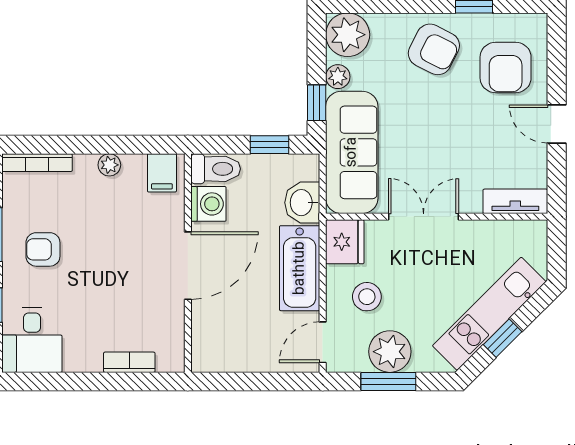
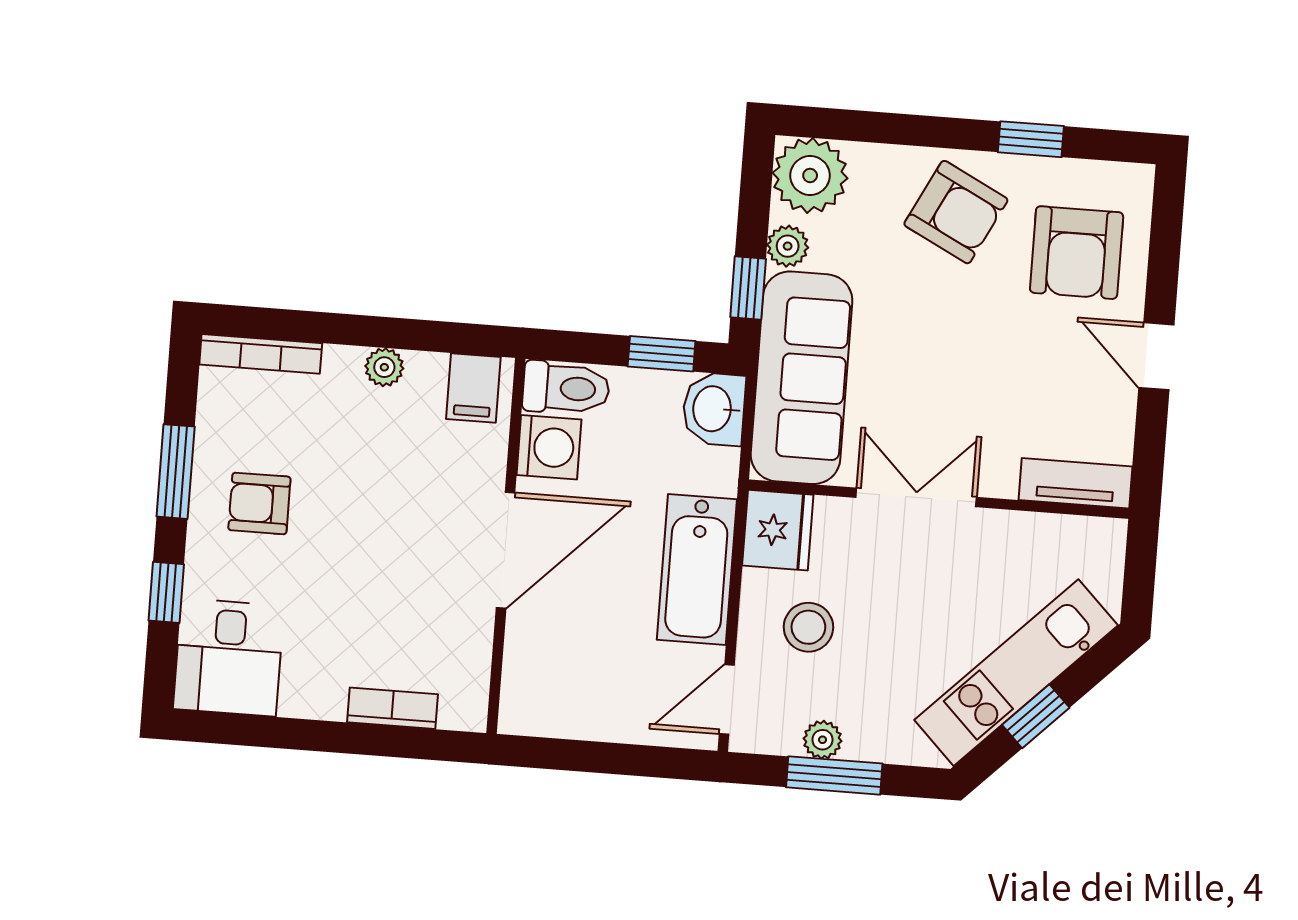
washbasin: (302, 203) -> (714, 409), moved
plant: (390, 352) -> (822, 740), width x0.53, depth x0.53

